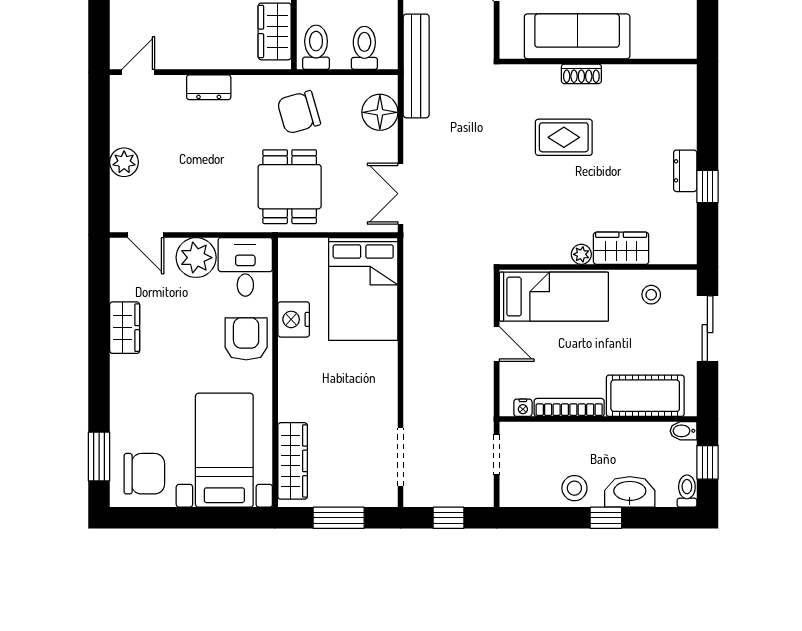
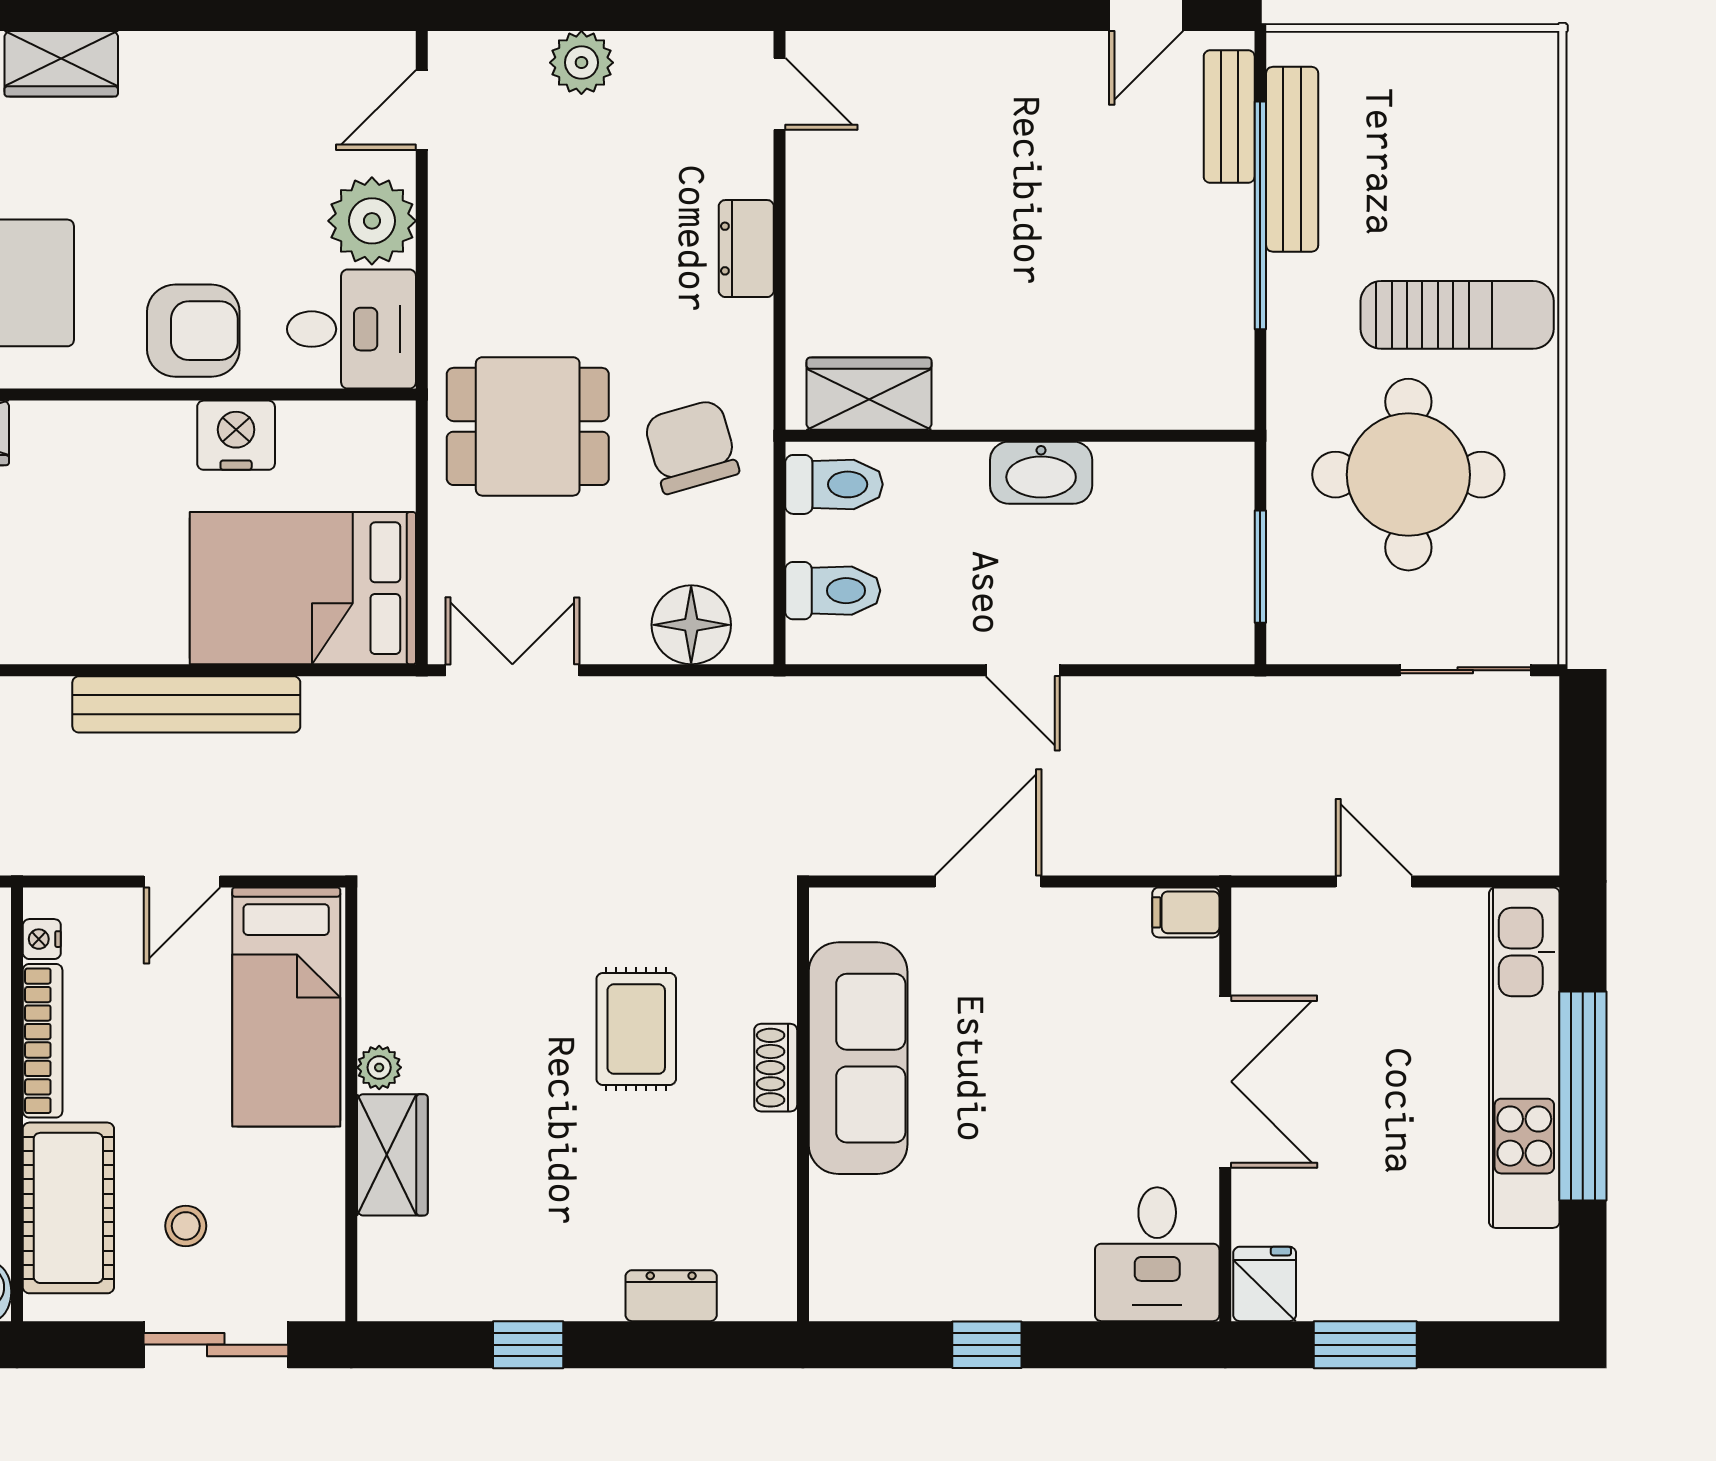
bench: (416, 66) -> (186, 704), moved
dresser: (685, 171) -> (671, 1296), moved
stool: (651, 295) -> (186, 1226), moved
wardrobe: (125, 328) -> (61, 64), moved

